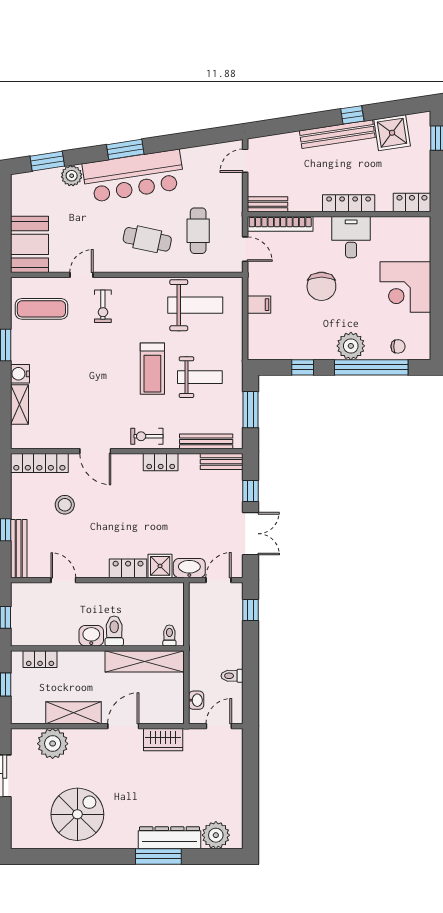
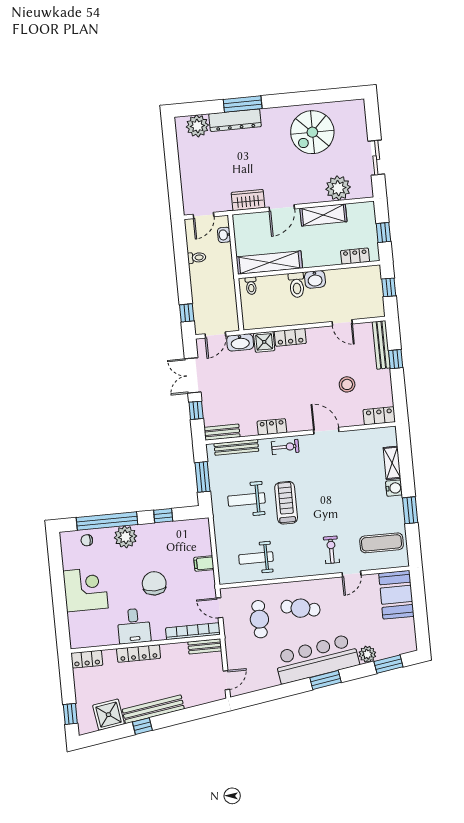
weight bench: (195, 305) -> (256, 558), width x0.73, depth x0.75
locker: (39, 463) -> (379, 416), width x0.66

